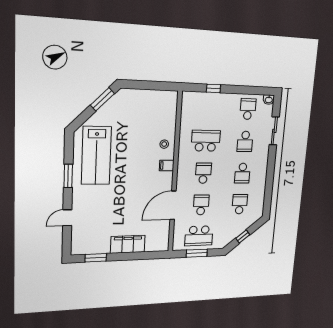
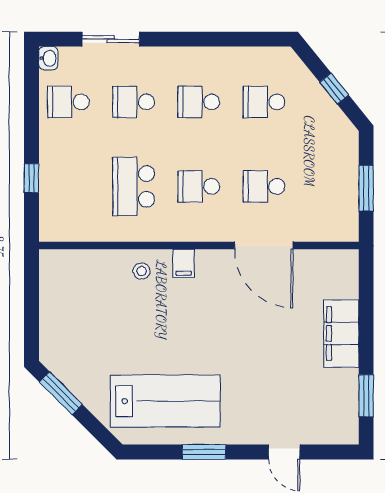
school desk: (245, 141) -> (134, 102), turned 180
school desk: (242, 173) -> (199, 102), turned 180
school desk: (199, 236) -> (329, 186), removed

